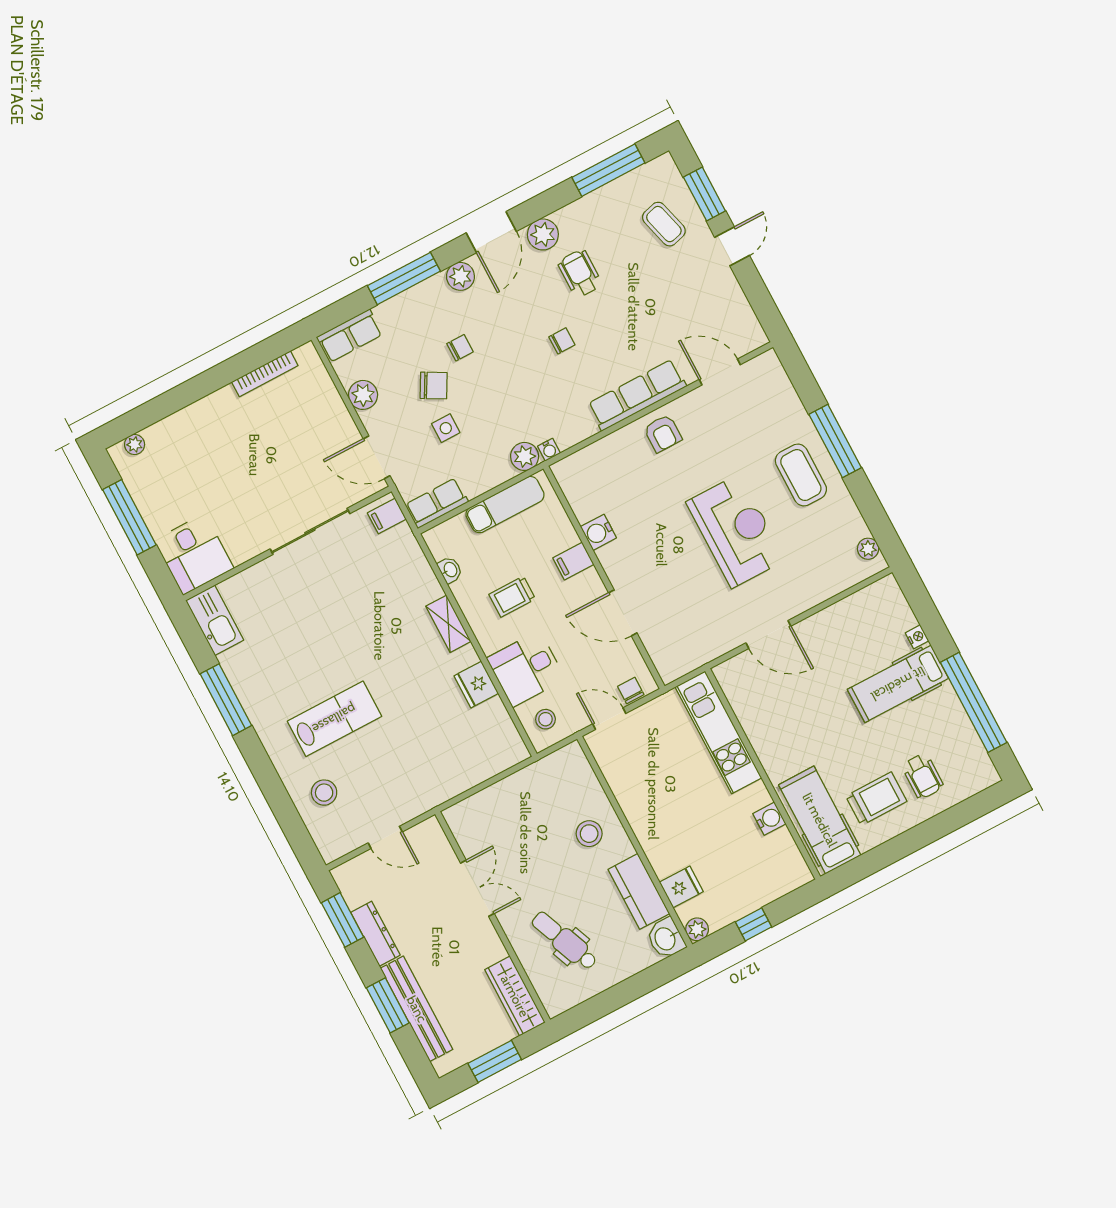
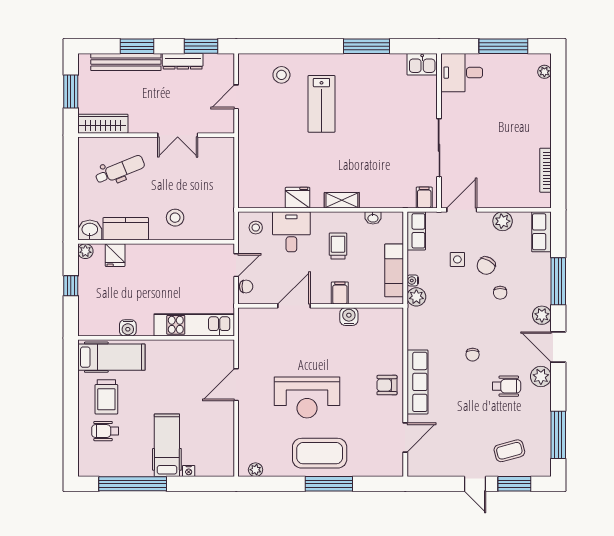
water cooler: (549, 450) -> (413, 280), moved
coffee table: (801, 475) -> (320, 453), width x1.36, depth x1.32
kitchen sink: (215, 620) -> (422, 64), width x0.73

